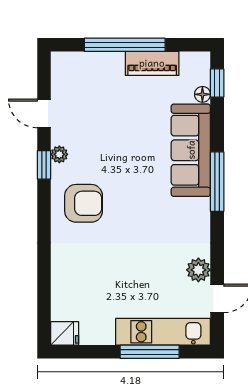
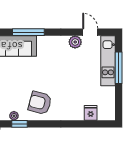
armchair: (84, 203) -> (40, 103), turned -75
fridge: (65, 333) -> (91, 113), moved

